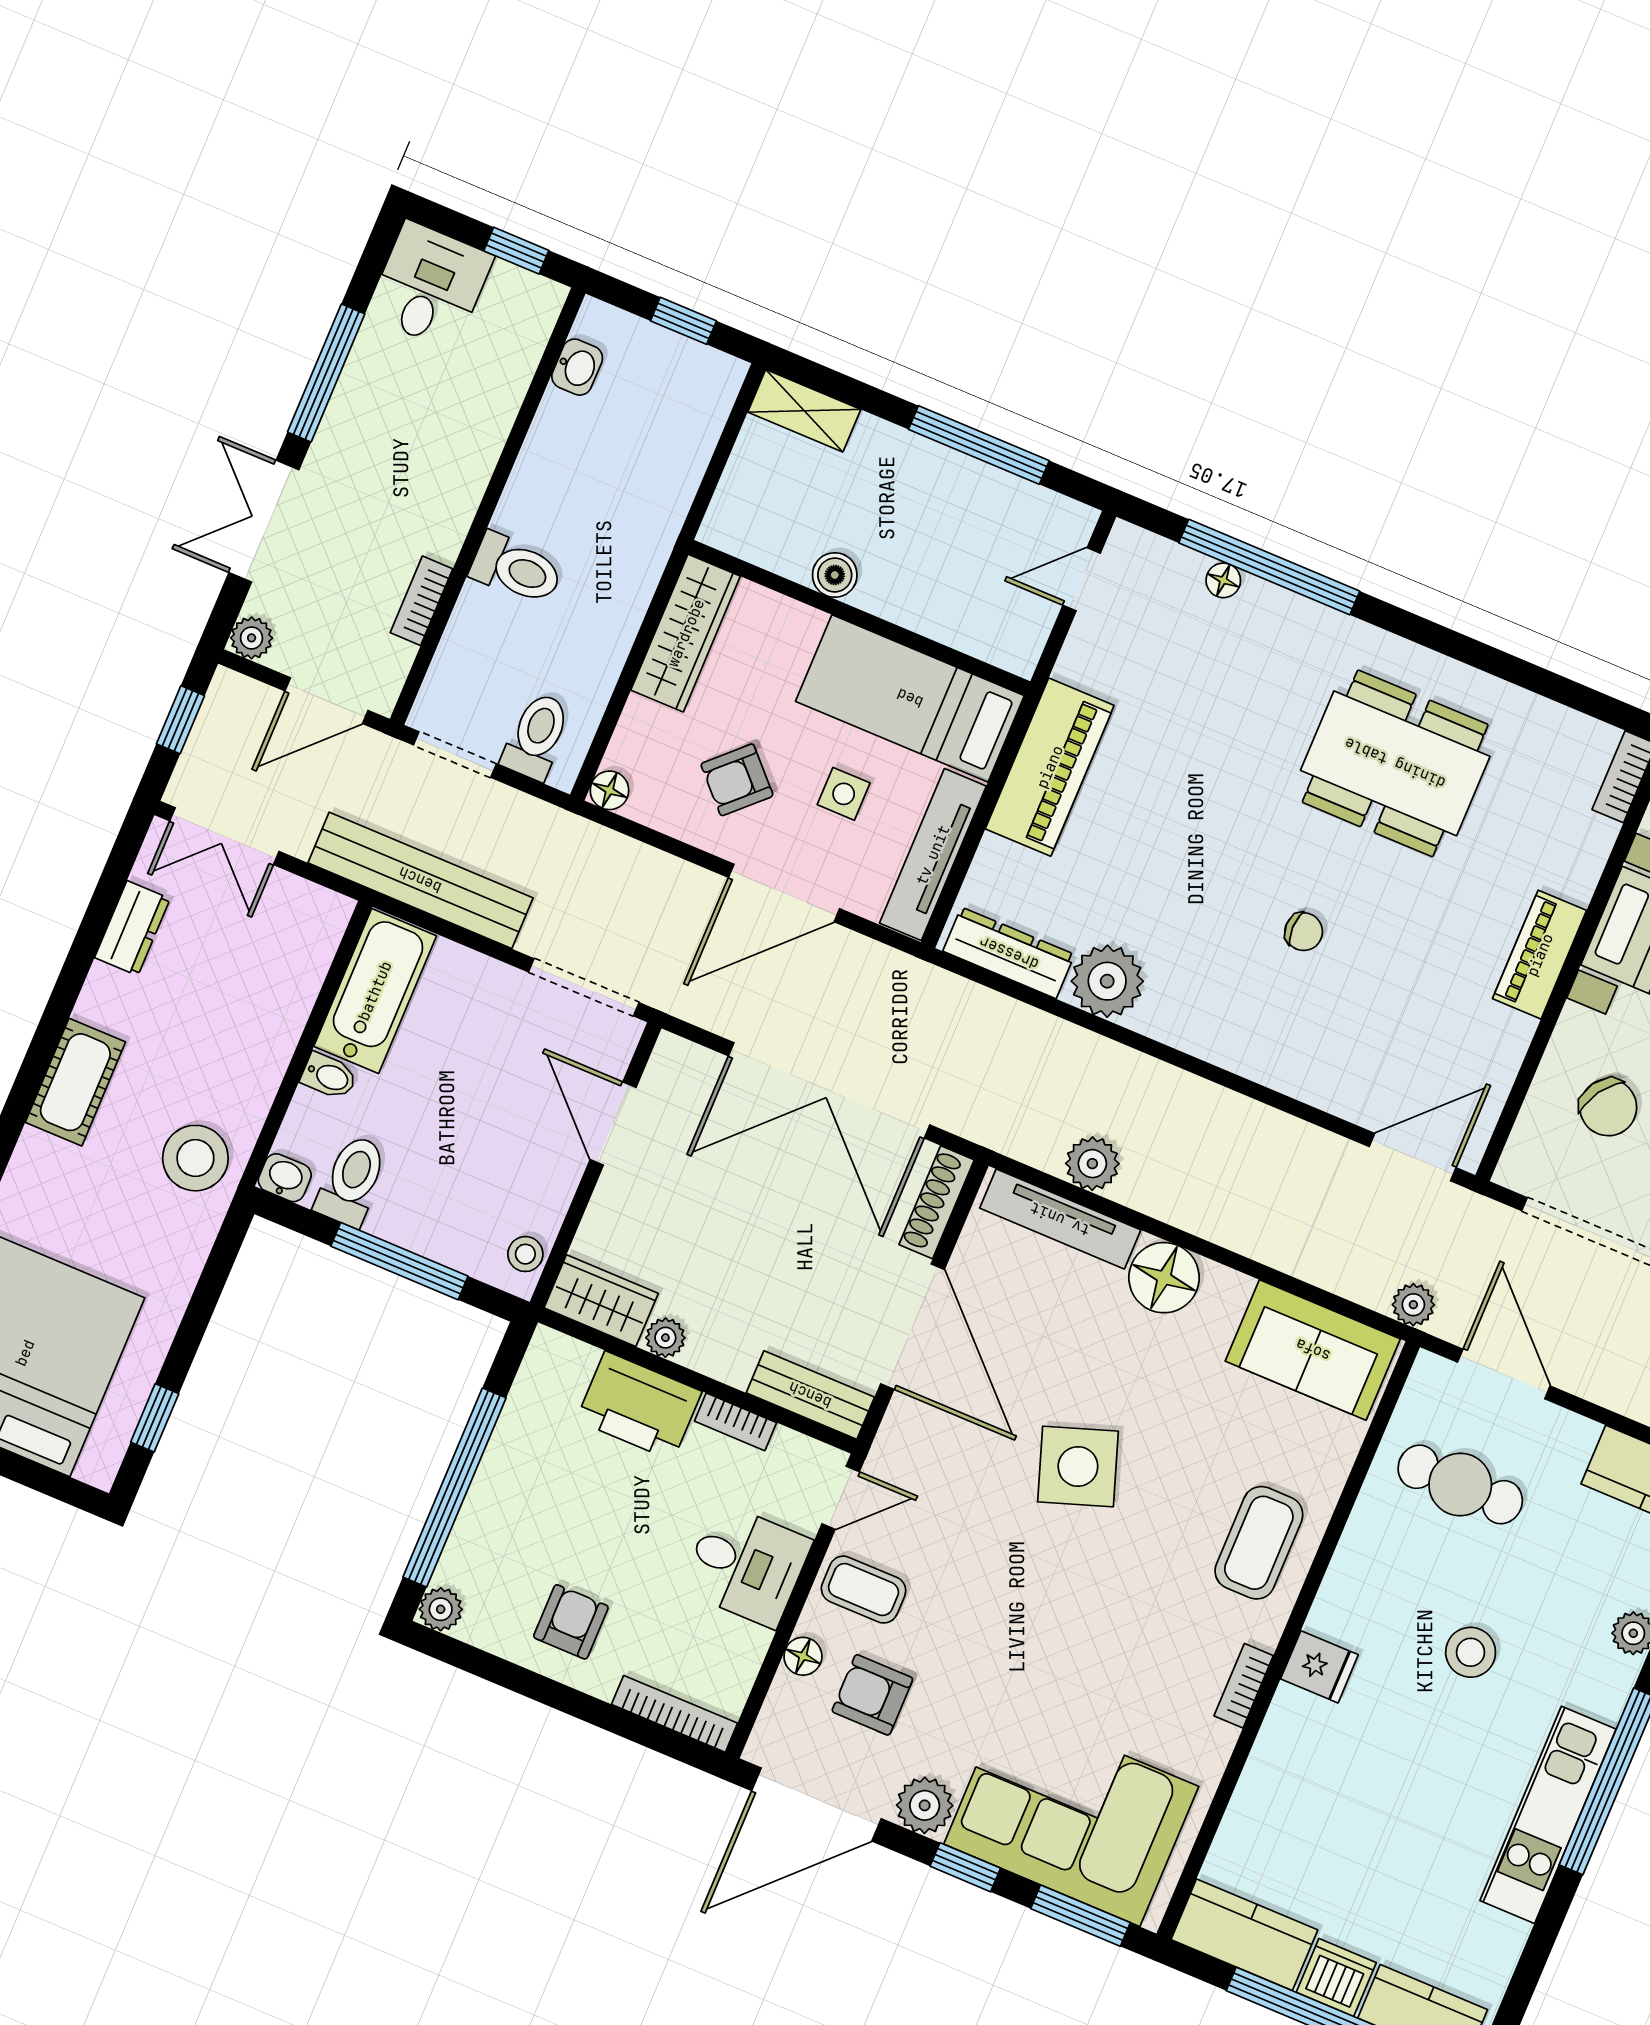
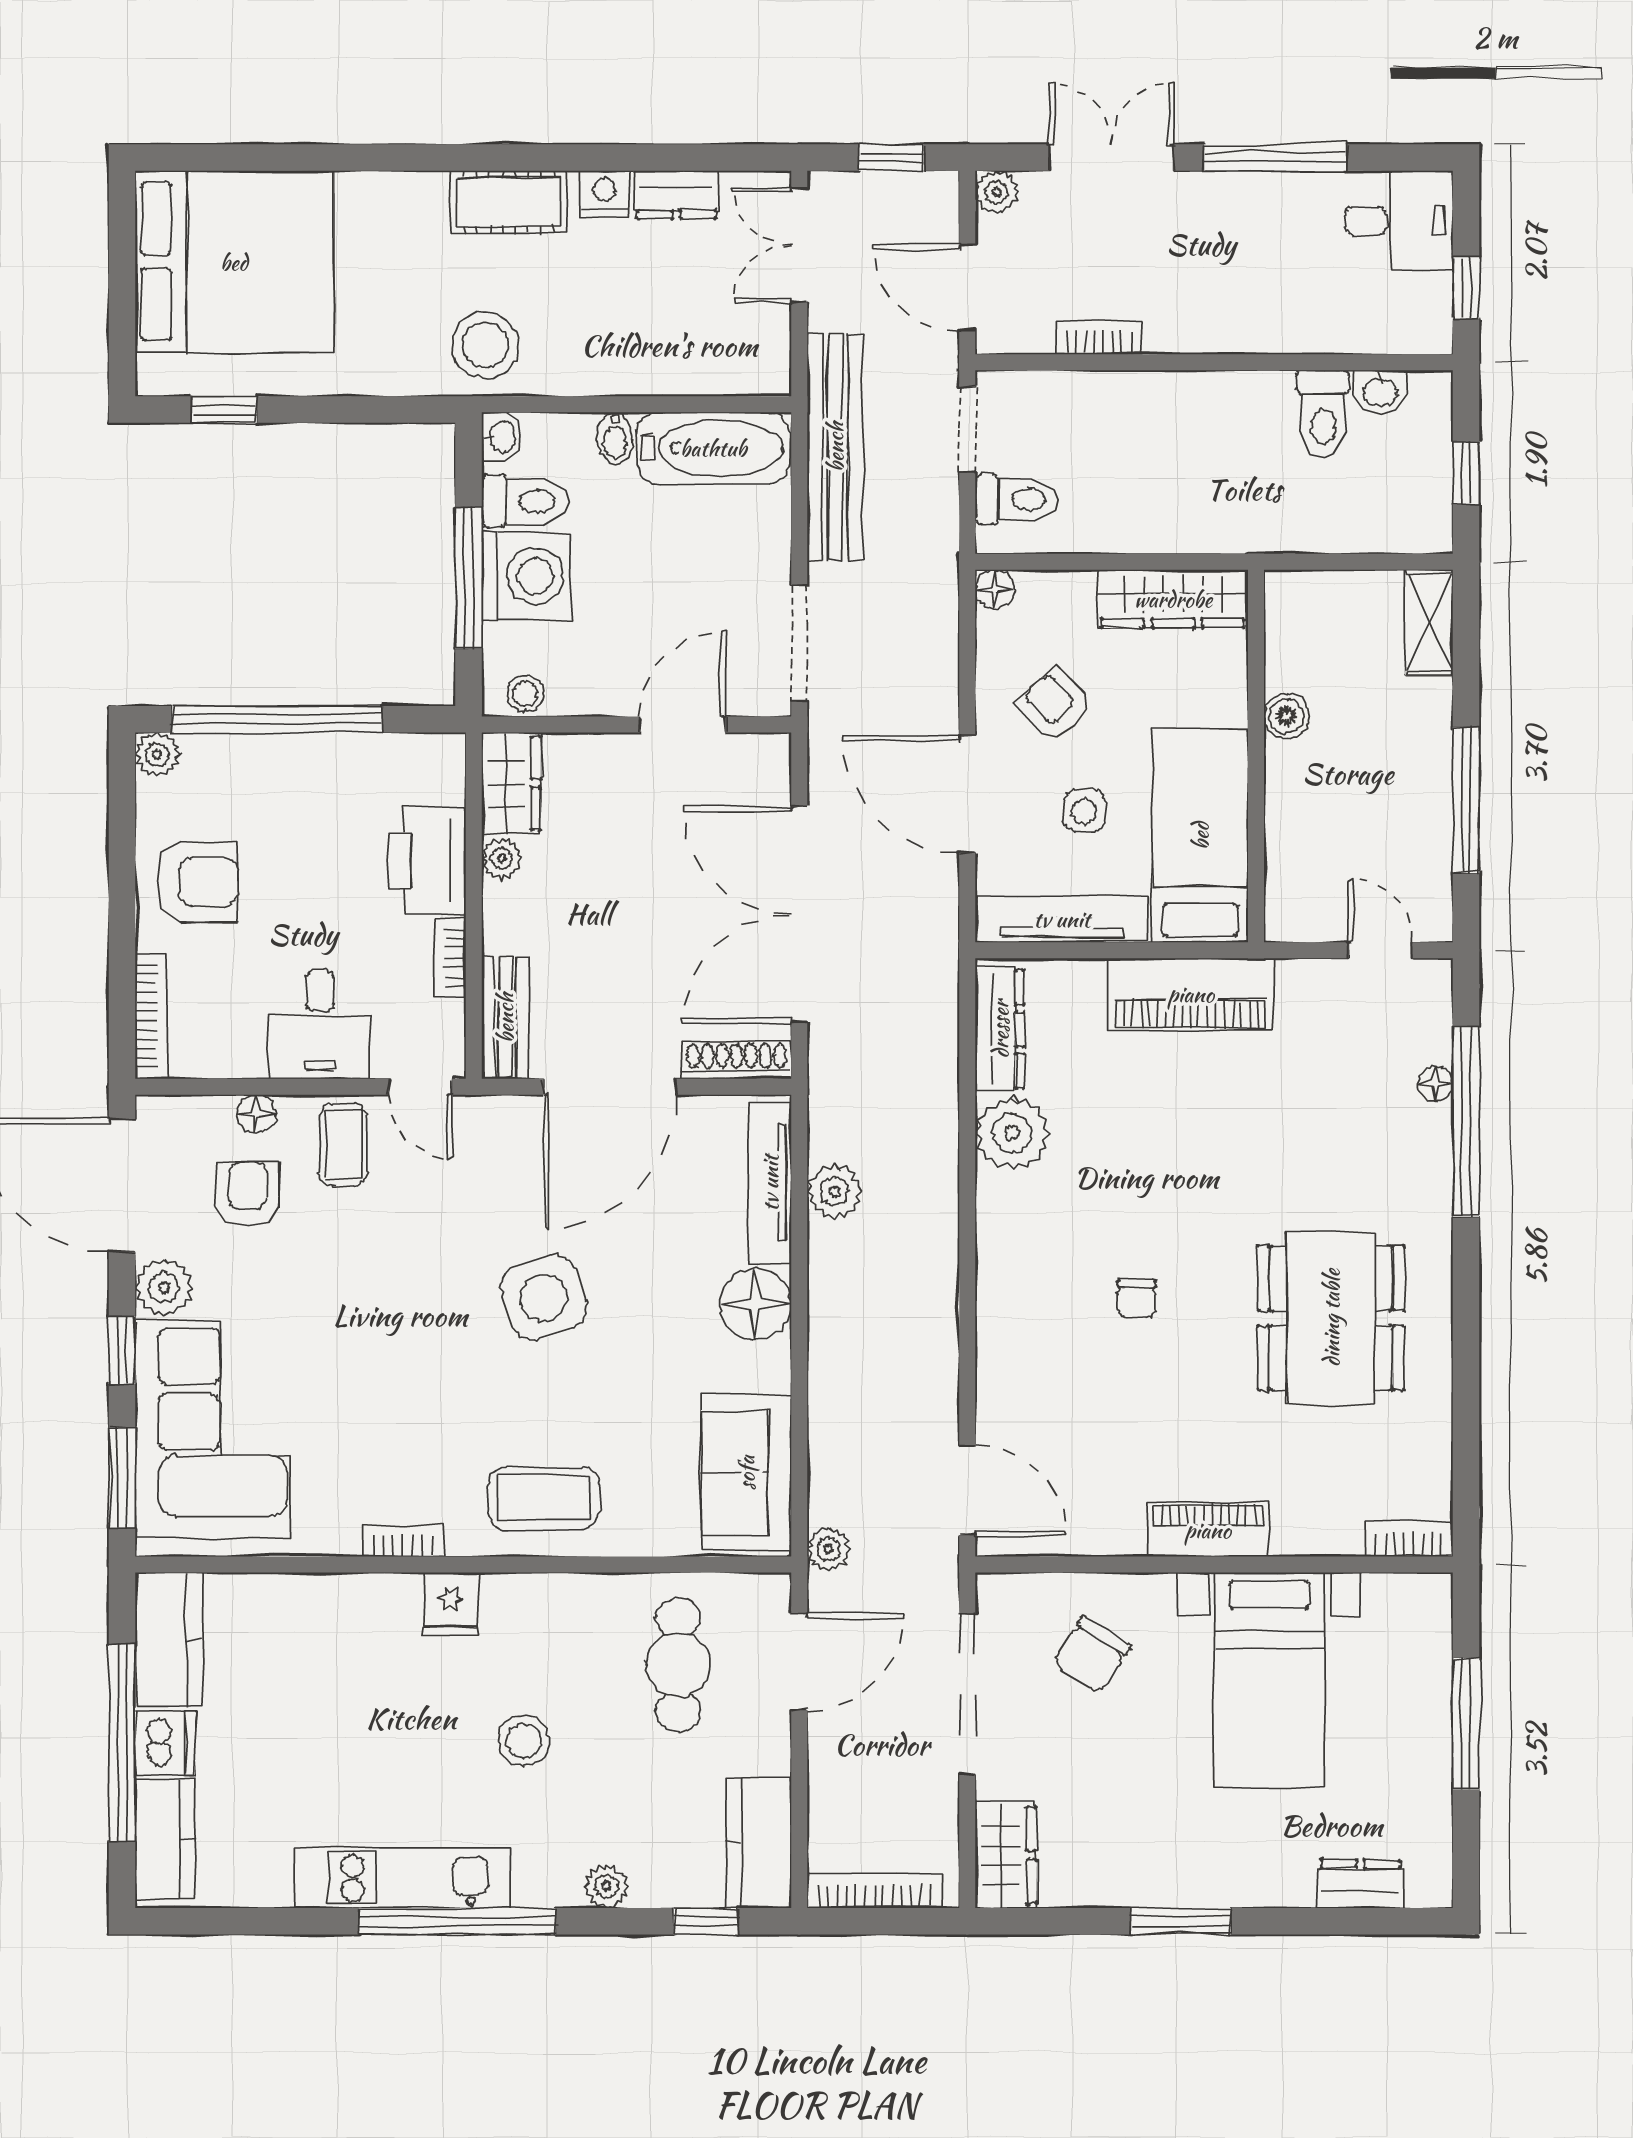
toilet: (516, 569) -> (1323, 414), moved
nightstand: (104, 993) -> (604, 194), added
washing machine: (420, 1209) -> (526, 576), added
armchair: (571, 1622) -> (197, 882), width x1.38, depth x1.38

